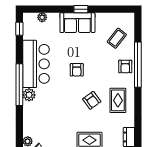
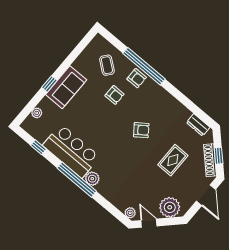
window: (81, 9) -> (49, 84), moved
window: (19, 29) -> (38, 147), moved
armchair: (77, 70) -> (114, 95), moved
rug: (118, 100) -> (160, 108), removed

